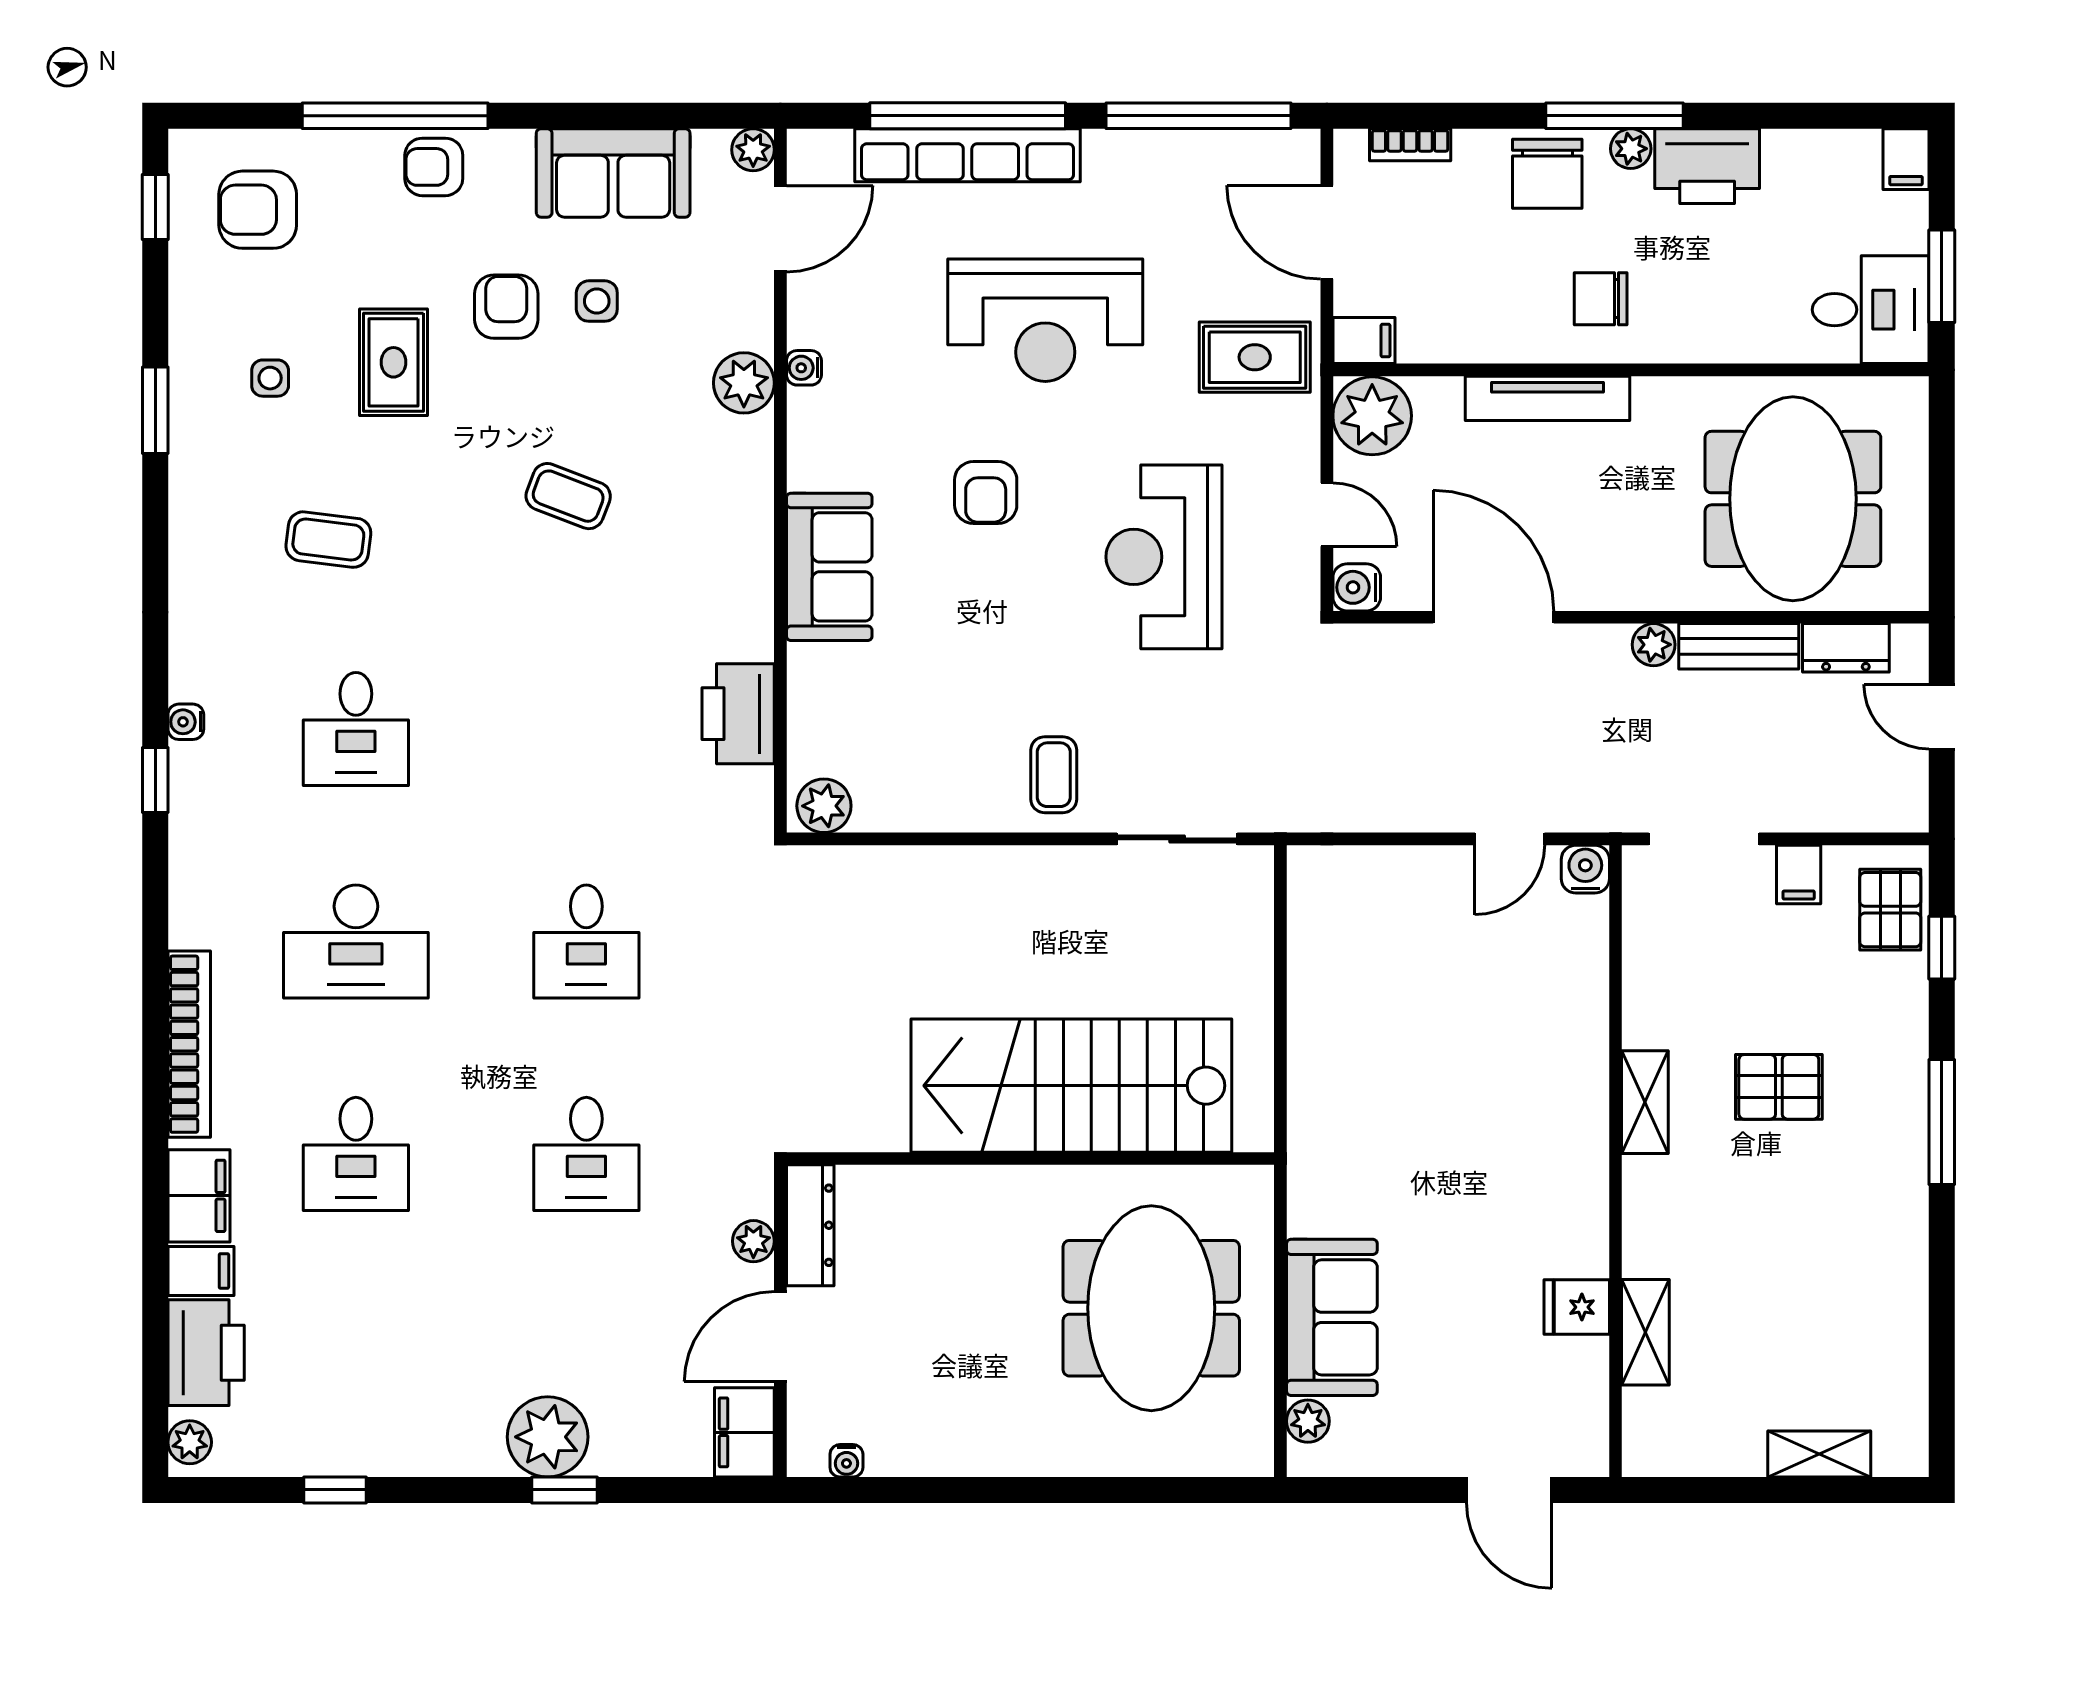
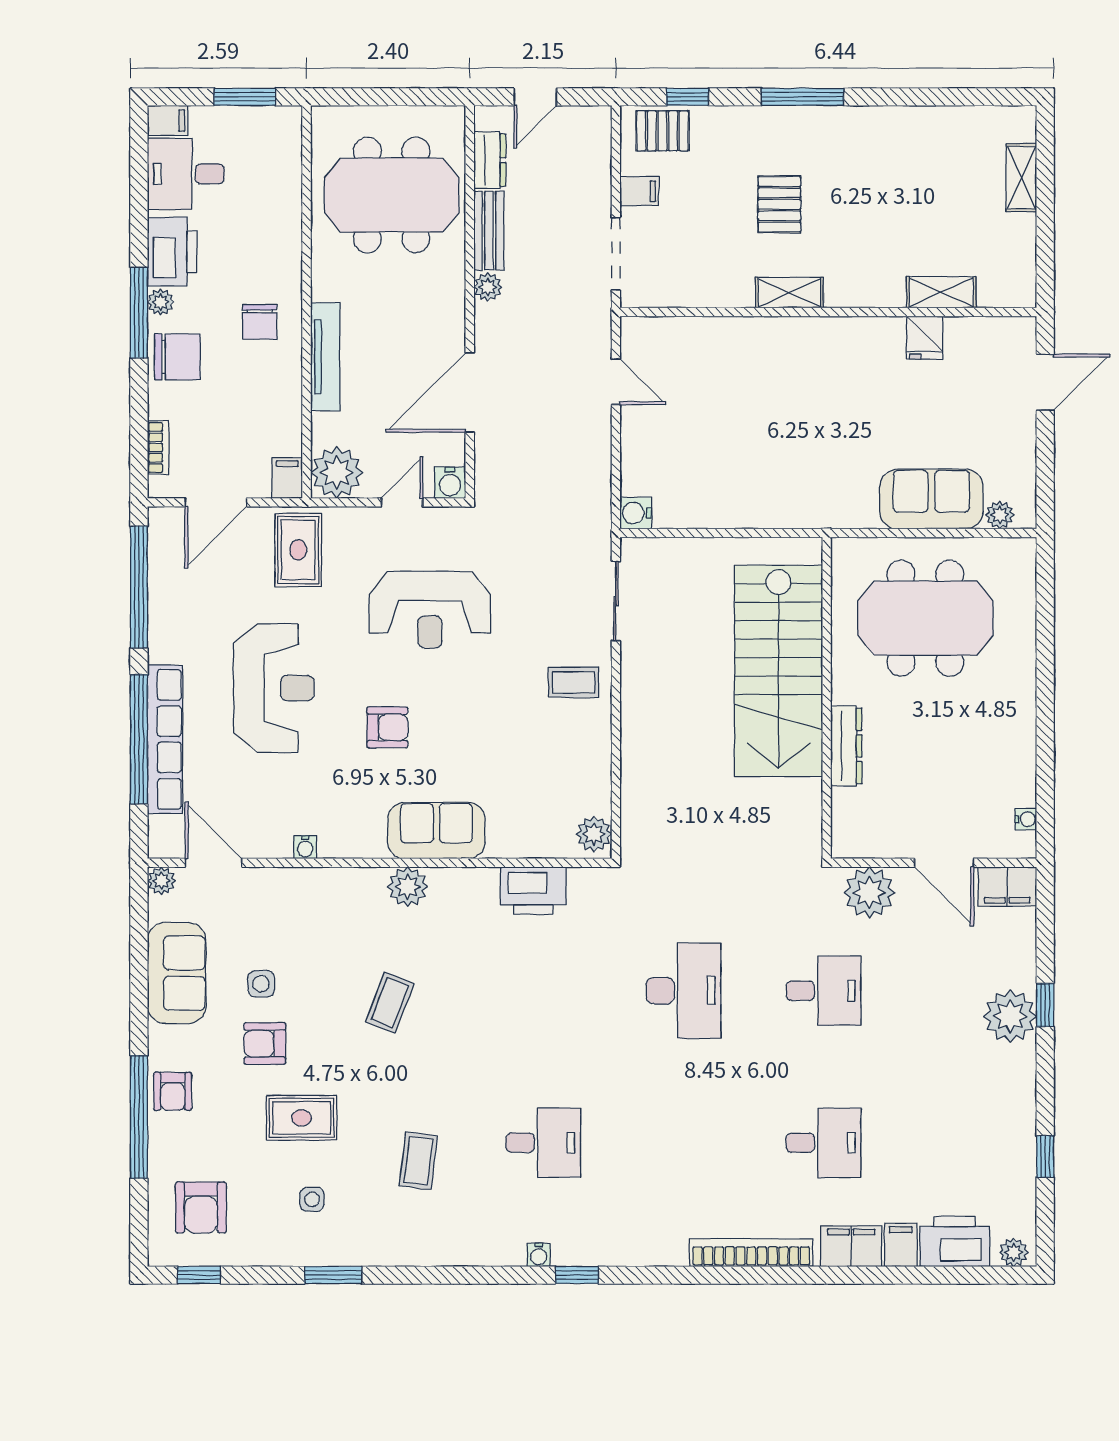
desk: (1871, 310) -> (186, 174), moved, turned -90
plant: (744, 383) -> (408, 887), moved
water cooler: (1585, 869) -> (636, 513), moved
desk: (356, 941) -> (683, 1143), removed
desk: (586, 941) -> (683, 991), width x1.37
dresser: (810, 1225) -> (846, 746), moved, turned 90
plant: (753, 1241) -> (869, 892), width x1.88, depth x1.88

